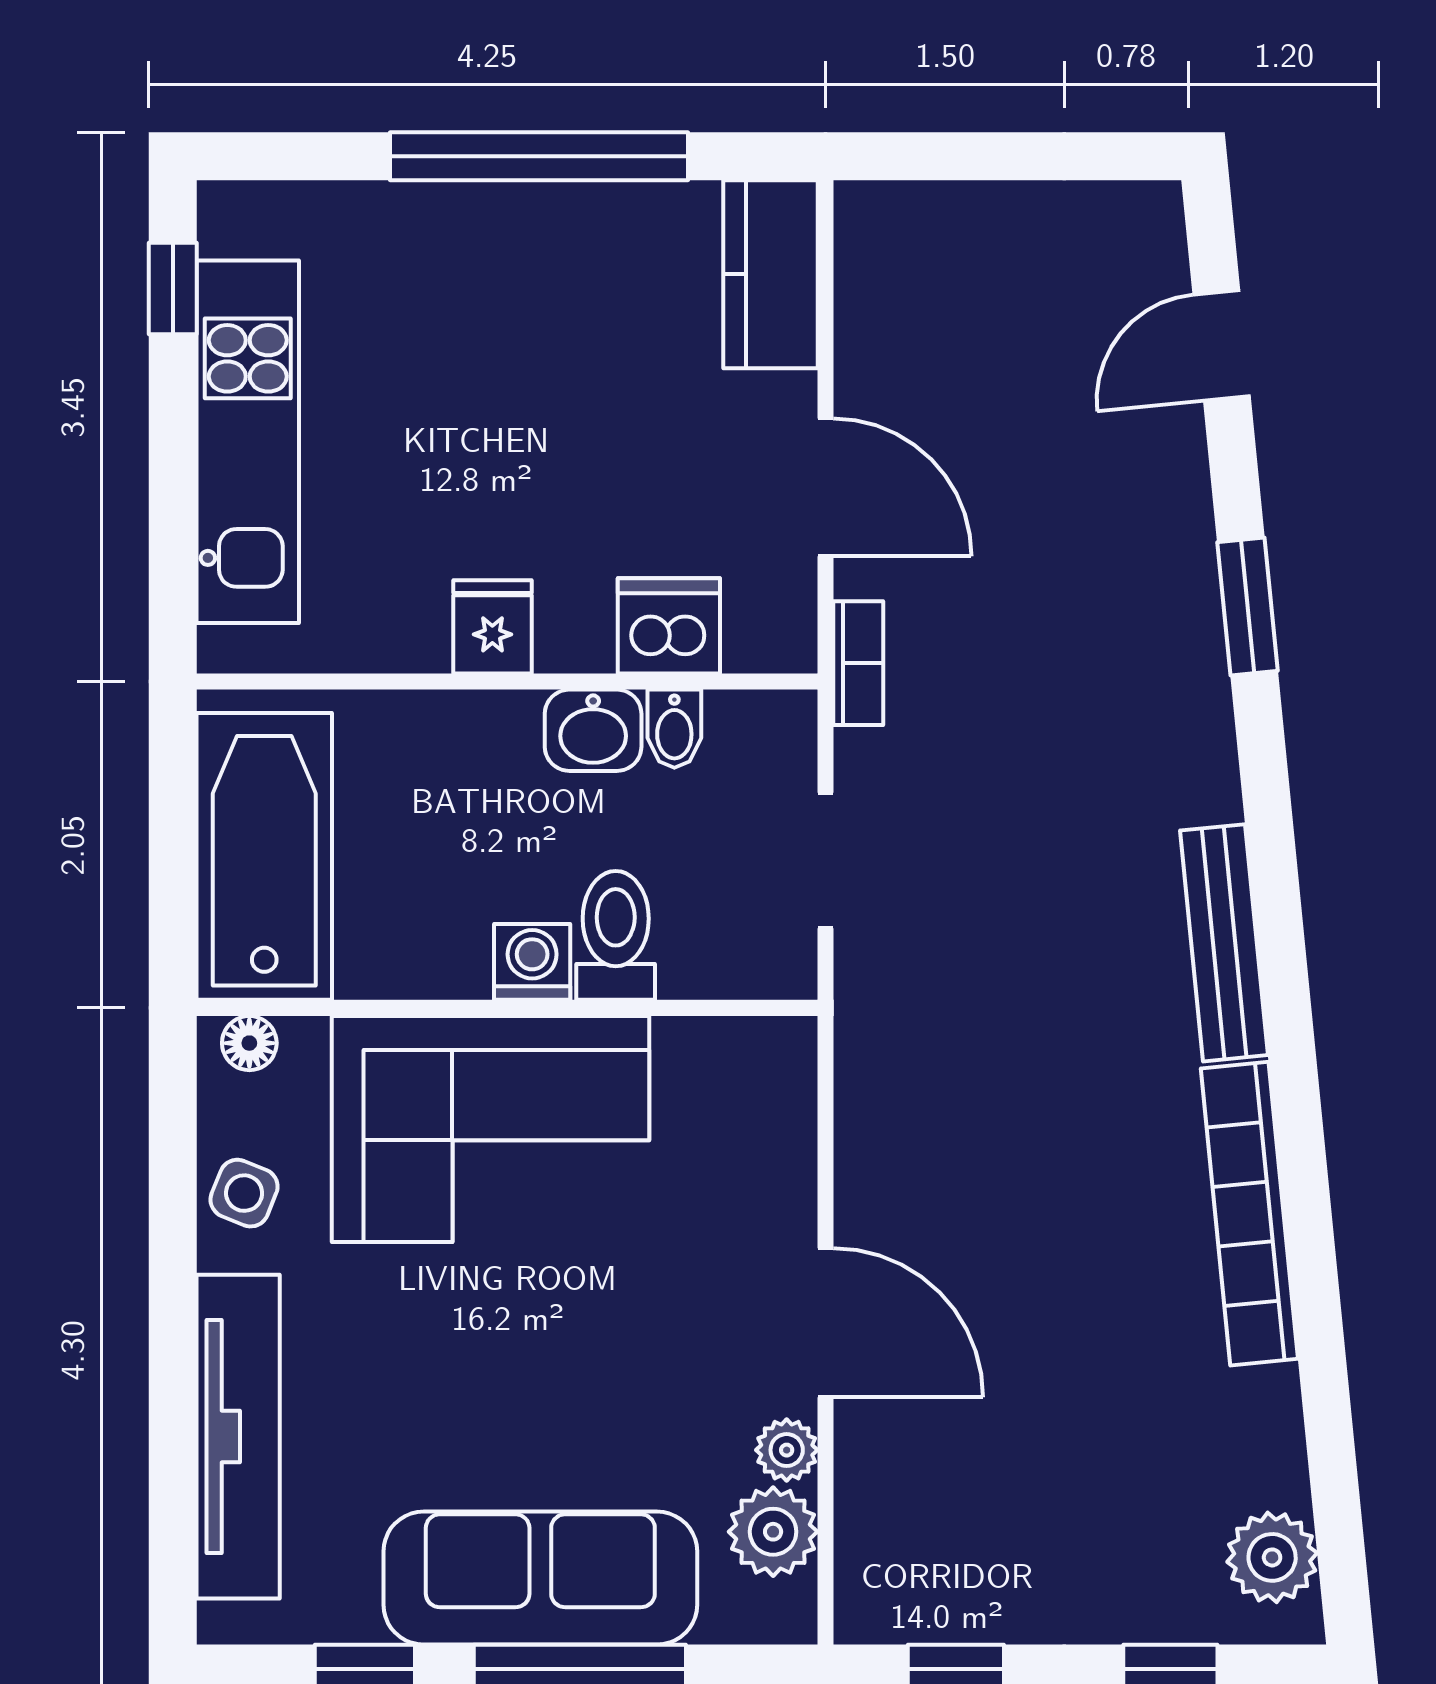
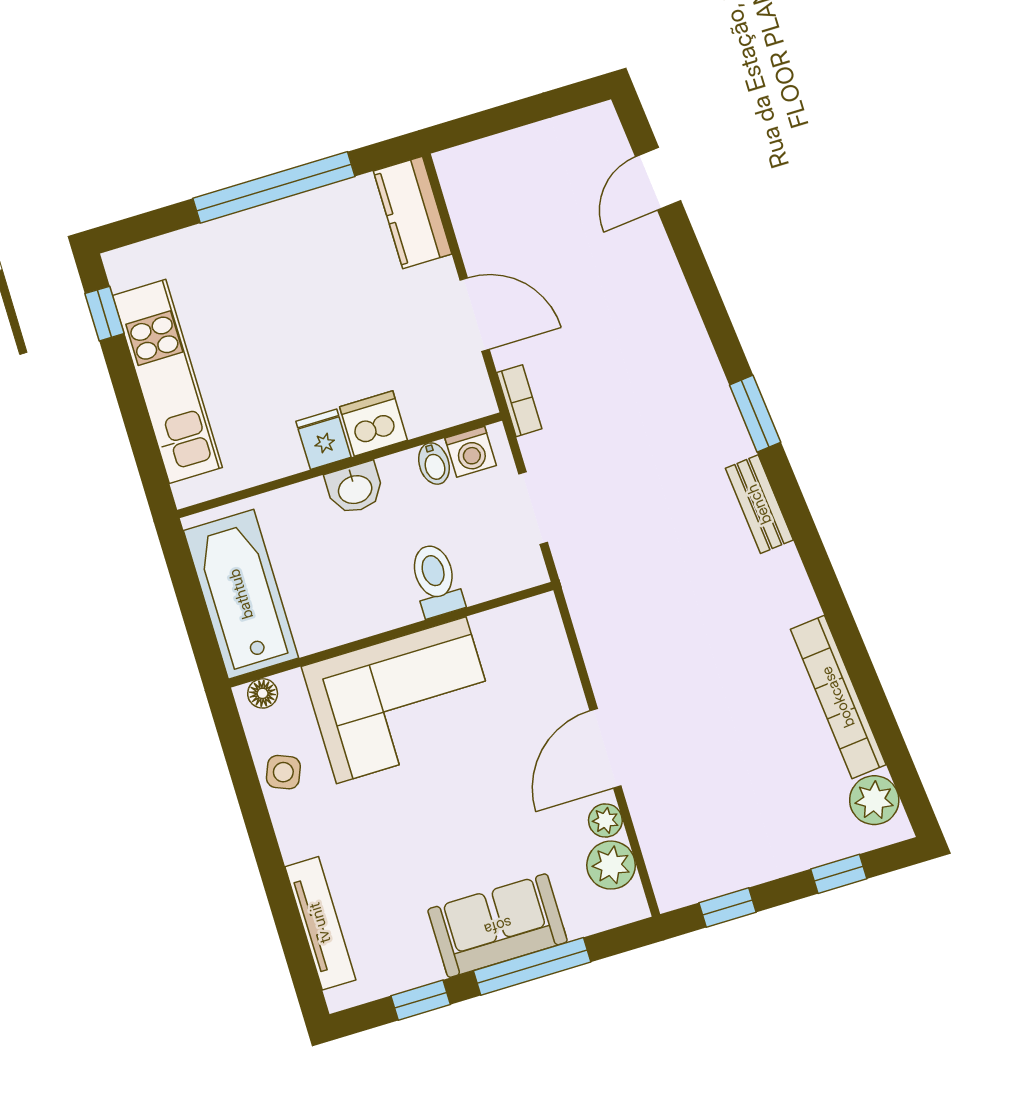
window: (1247, 607) -> (755, 414), moved
dishwasher: (669, 626) -> (374, 424), moved
washbasin: (593, 730) -> (355, 488), moved
bench: (1224, 943) -> (759, 504), width x0.73
washing machine: (532, 962) -> (471, 452), moved, turned 180
bookcase: (1249, 1214) -> (838, 697), moved
door: (825, 1323) -> (606, 748), swing flipped
tv unit: (238, 1437) -> (320, 923), width x0.73, depth x0.78
sofa: (540, 1578) -> (498, 926), width x0.73

